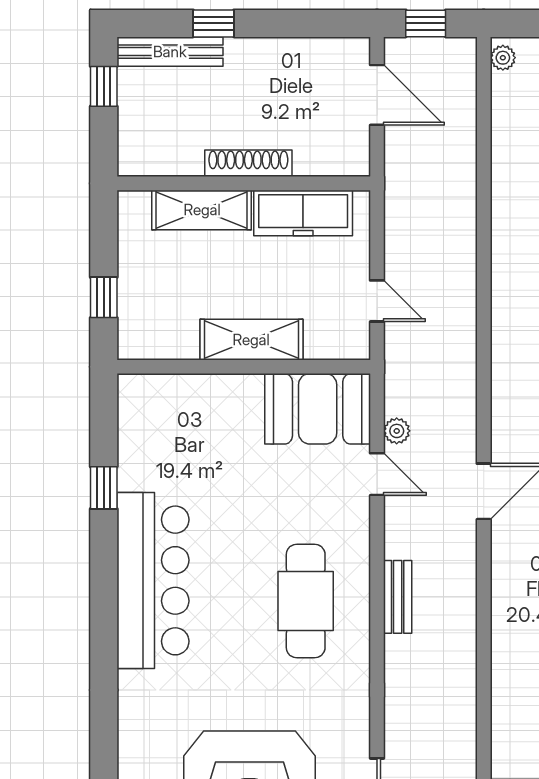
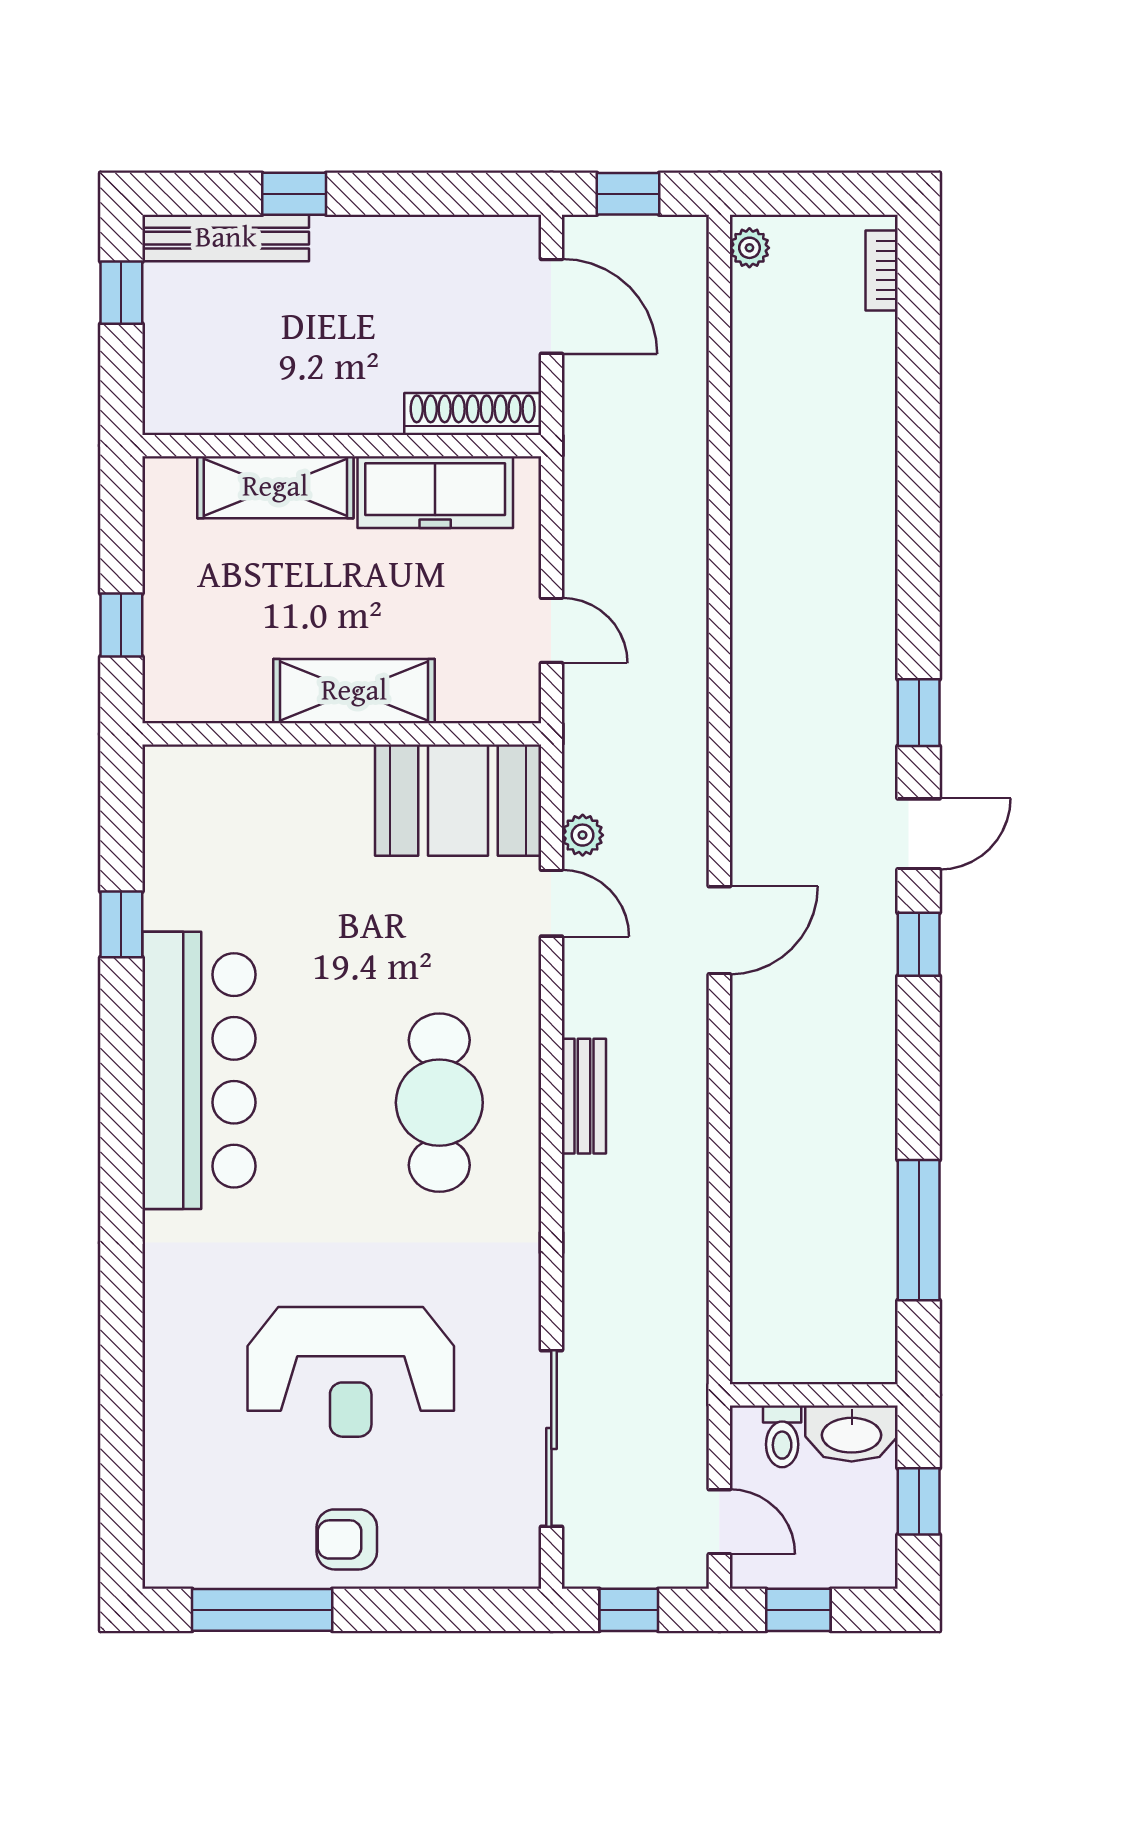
shoe rack: (248, 163) -> (473, 414), moved

